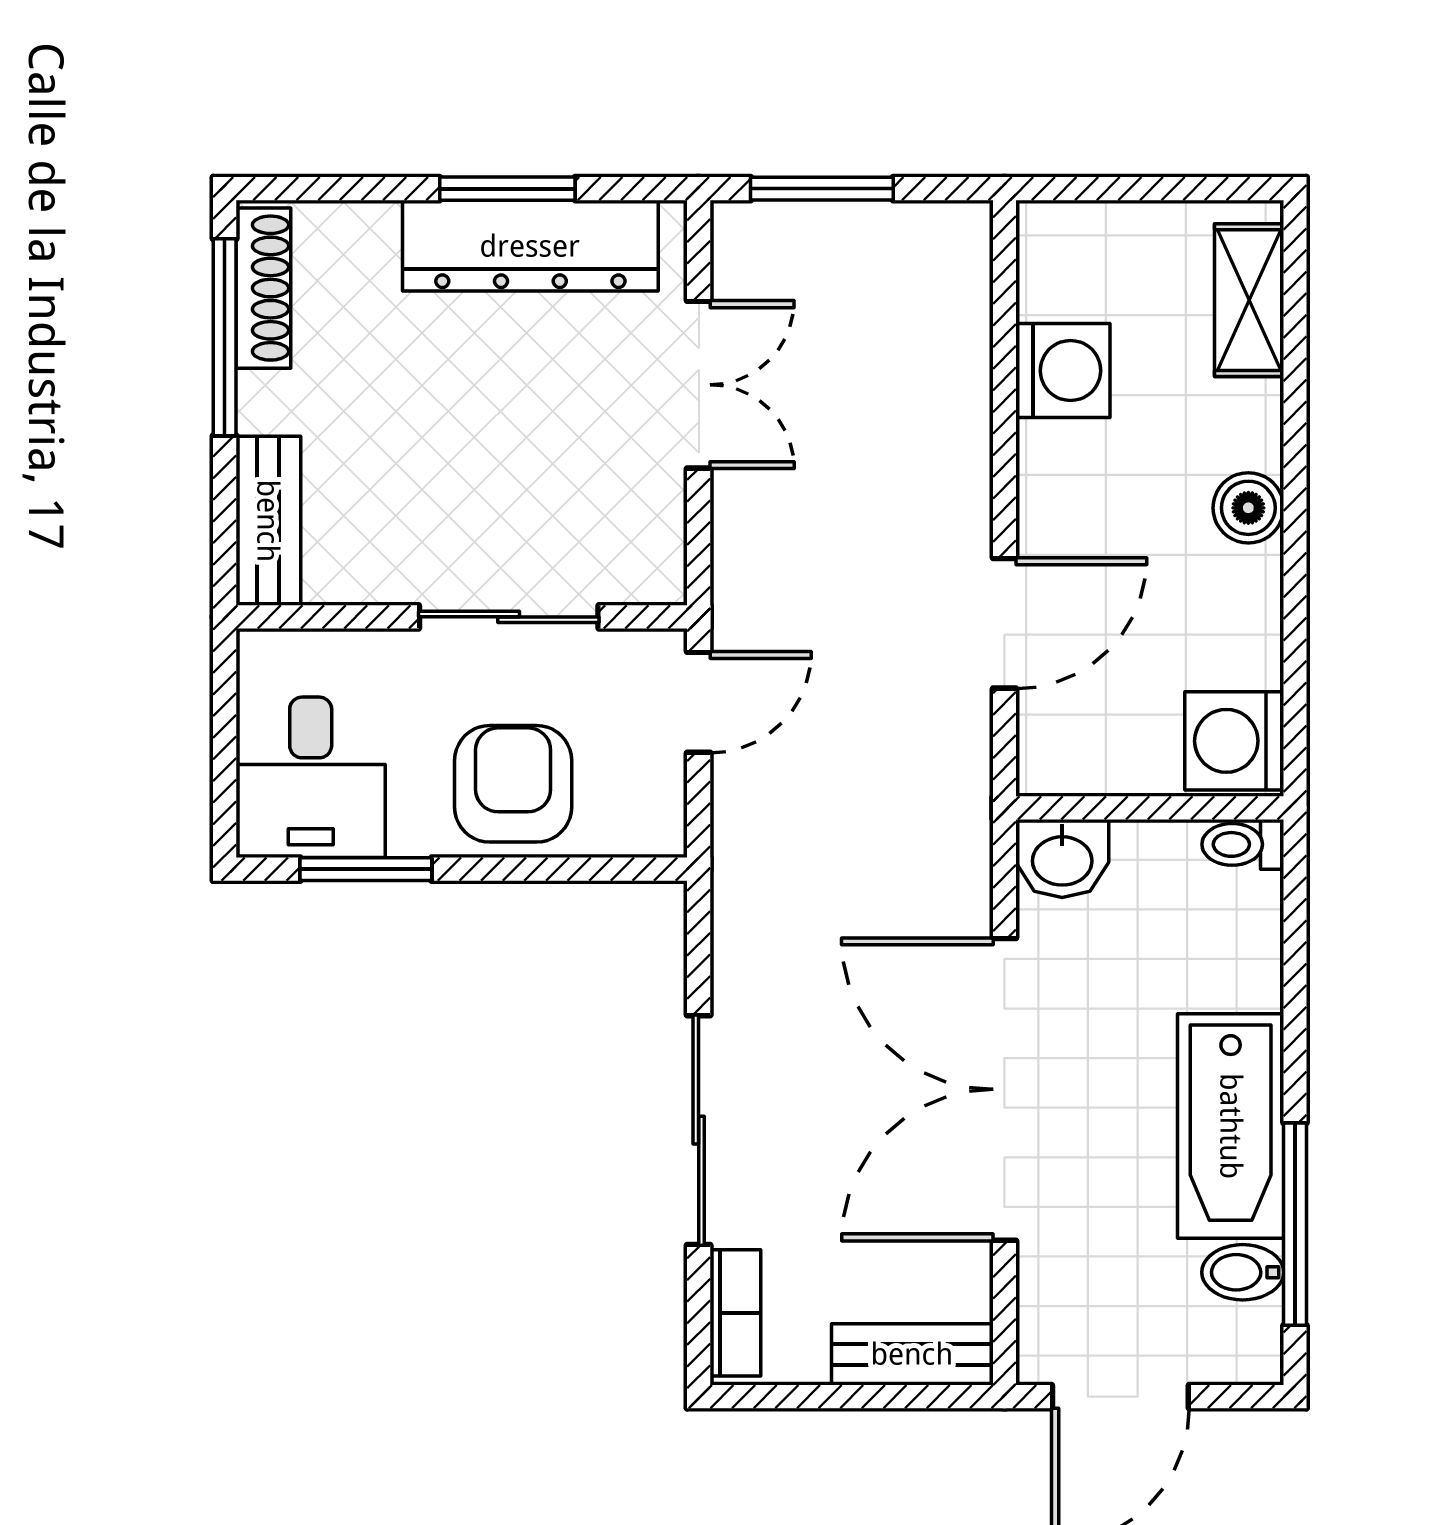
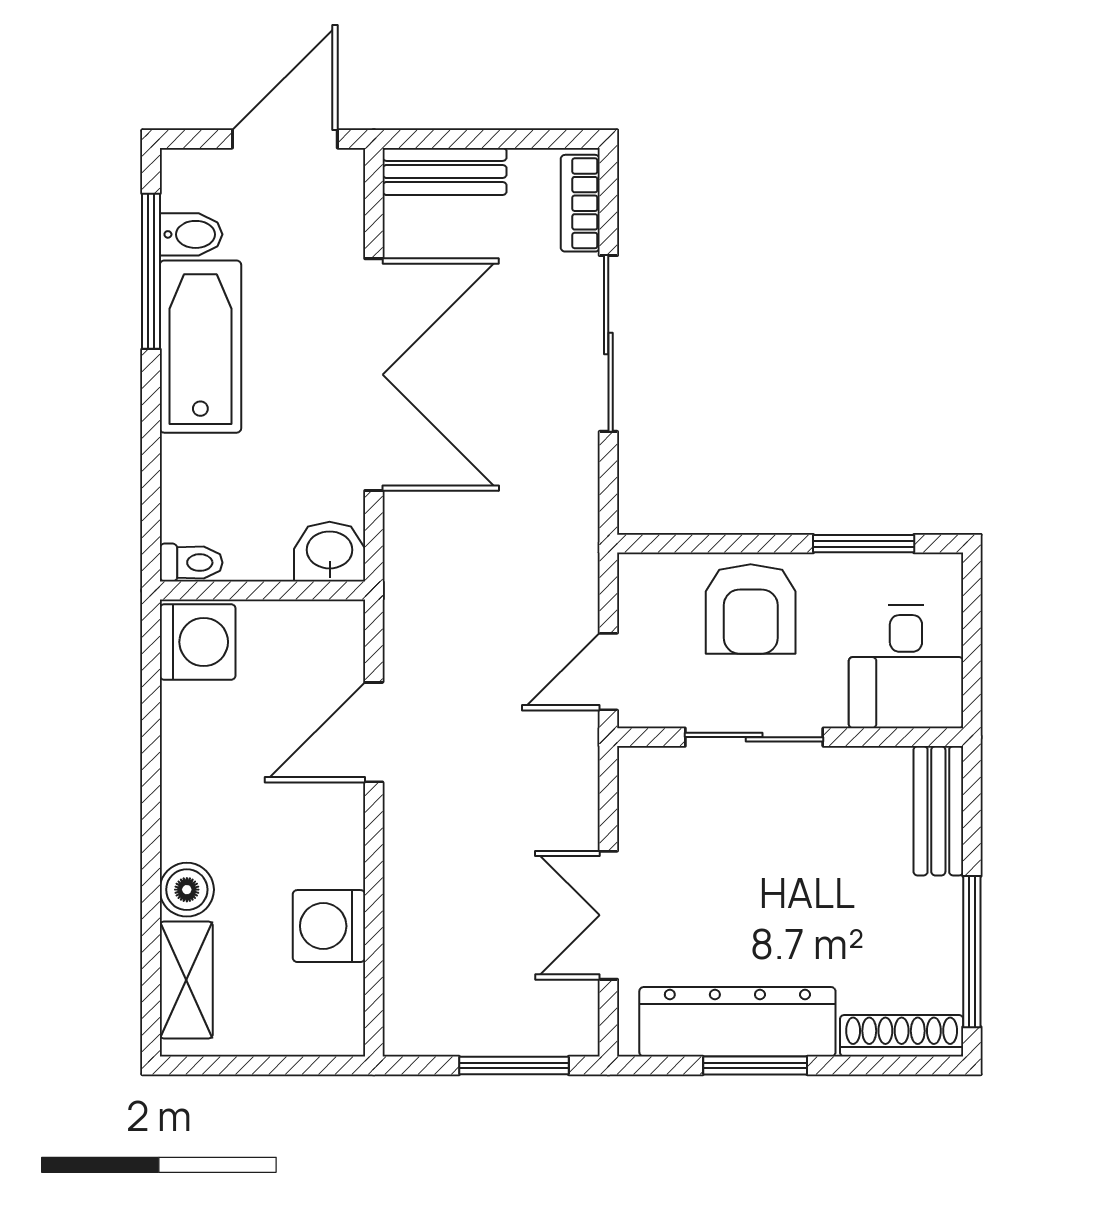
shoe rack: (263, 288) -> (902, 1036), moved, turned 90
boiler: (1248, 508) -> (187, 890), moved
desk: (311, 777) -> (906, 667), moved, turned 180

